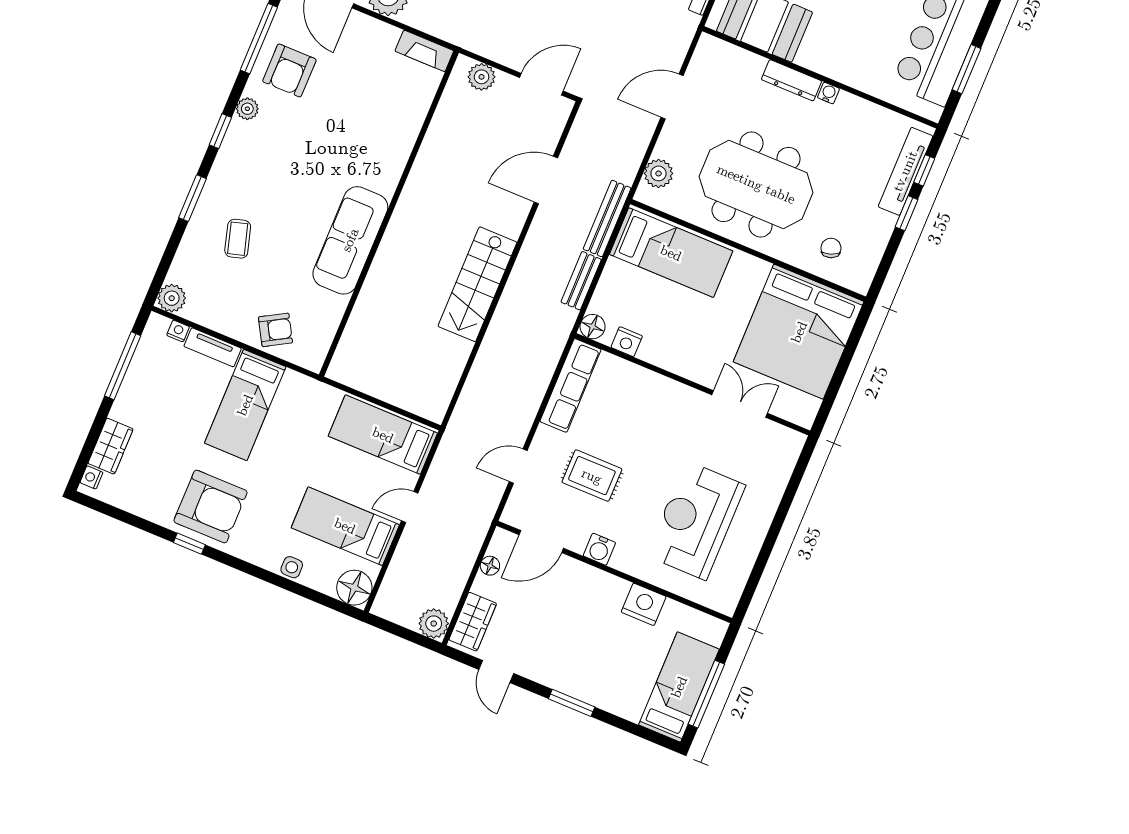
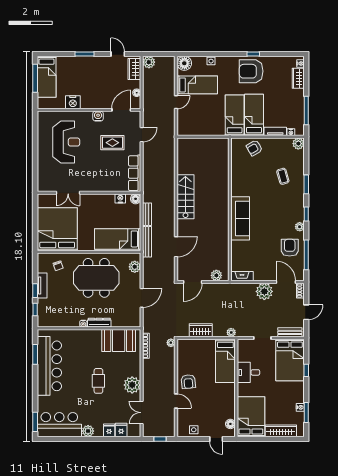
tv unit: (905, 171) -> (42, 285), moved, width x0.71
sofa: (350, 240) -> (240, 218), moved
bed: (383, 435) -> (235, 115), moved, turned -90

